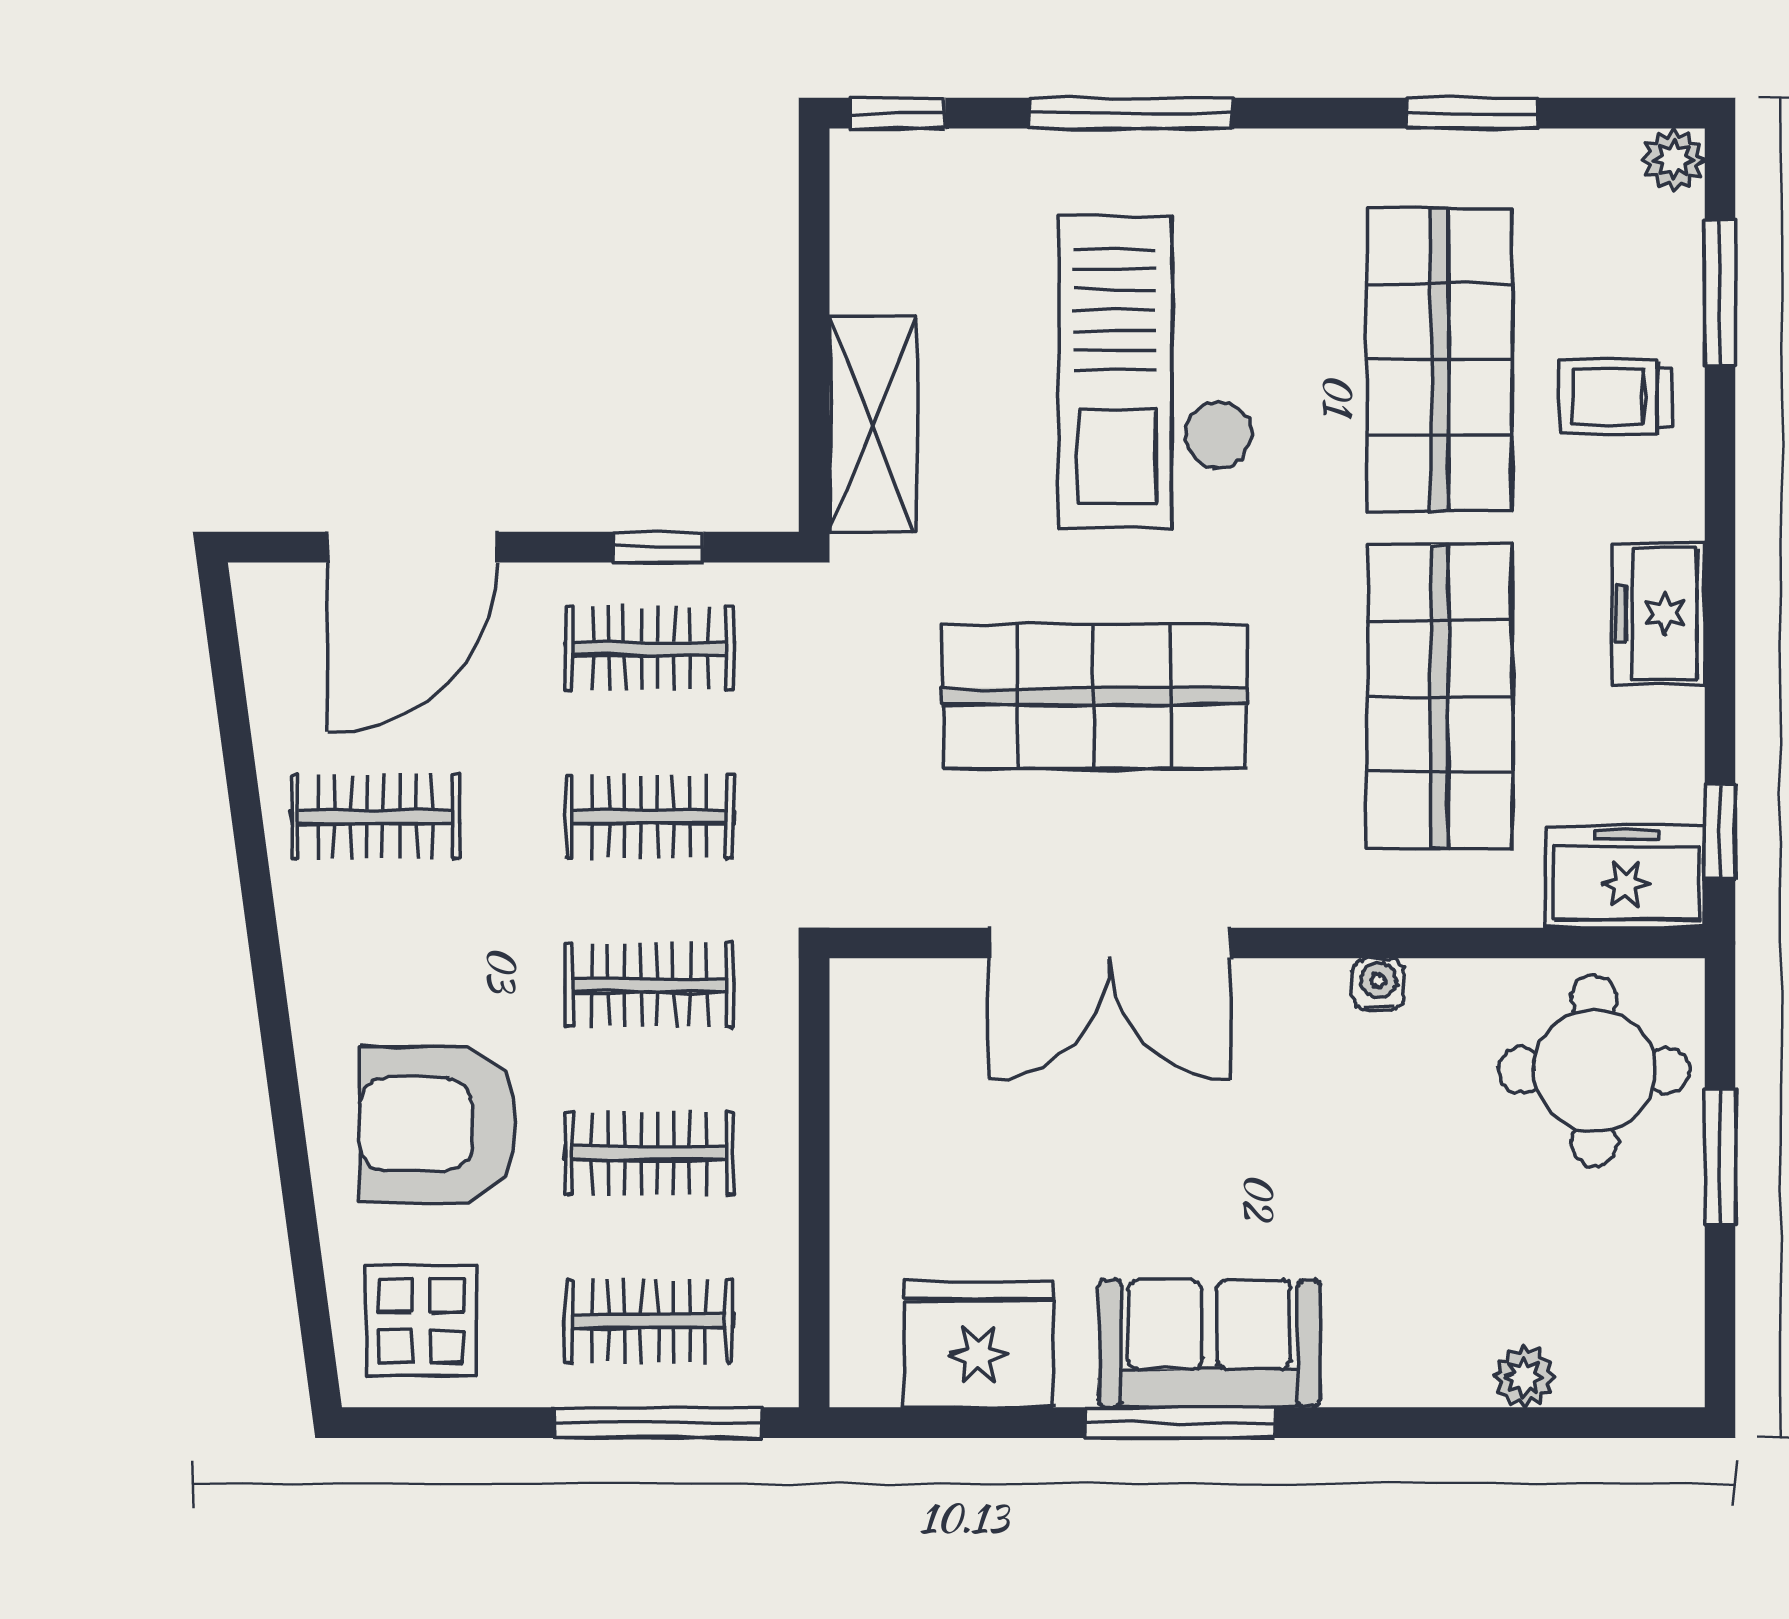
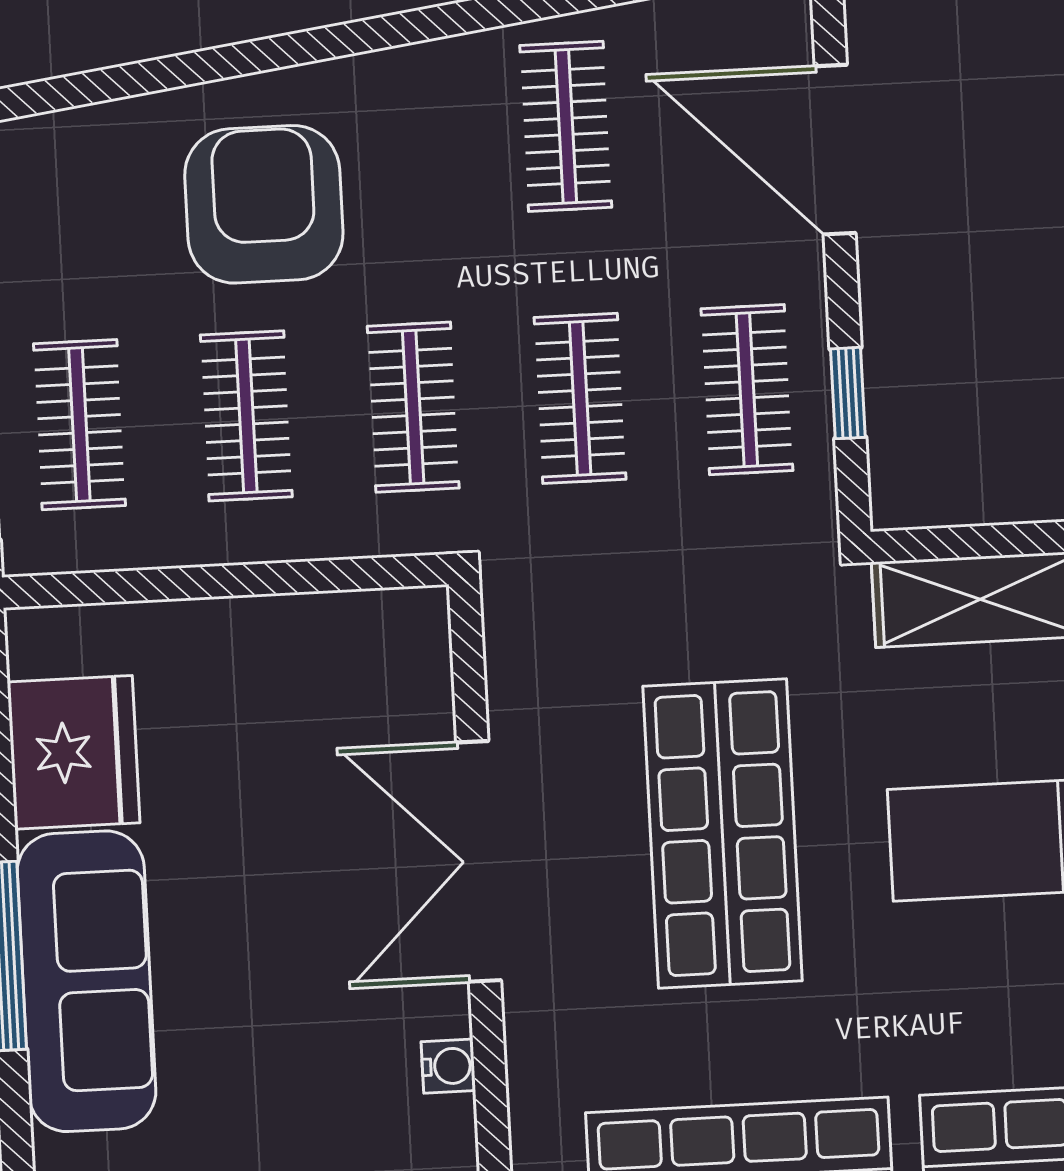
water cooler: (1378, 984) -> (448, 1066), moved
display table: (421, 1321) -> (68, 198), removed
sofa: (1209, 1344) -> (86, 981), width x1.36

